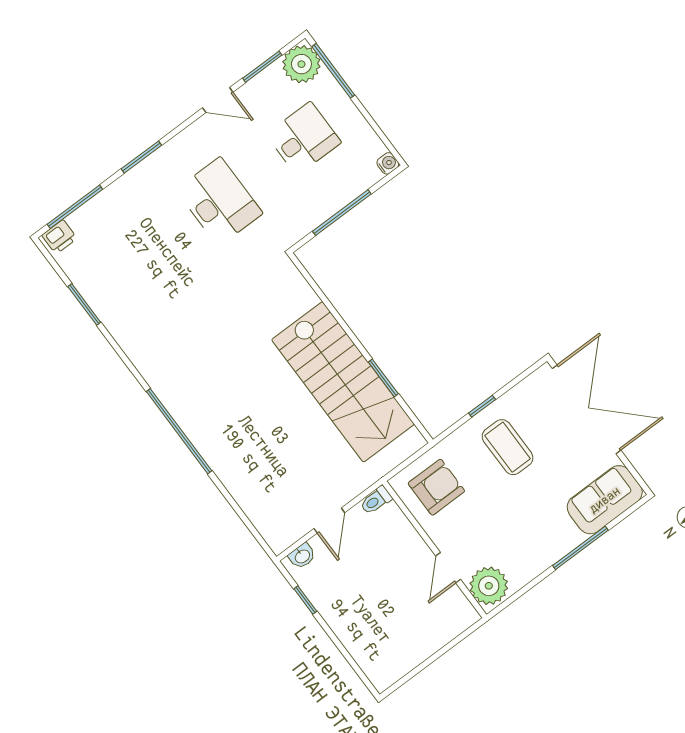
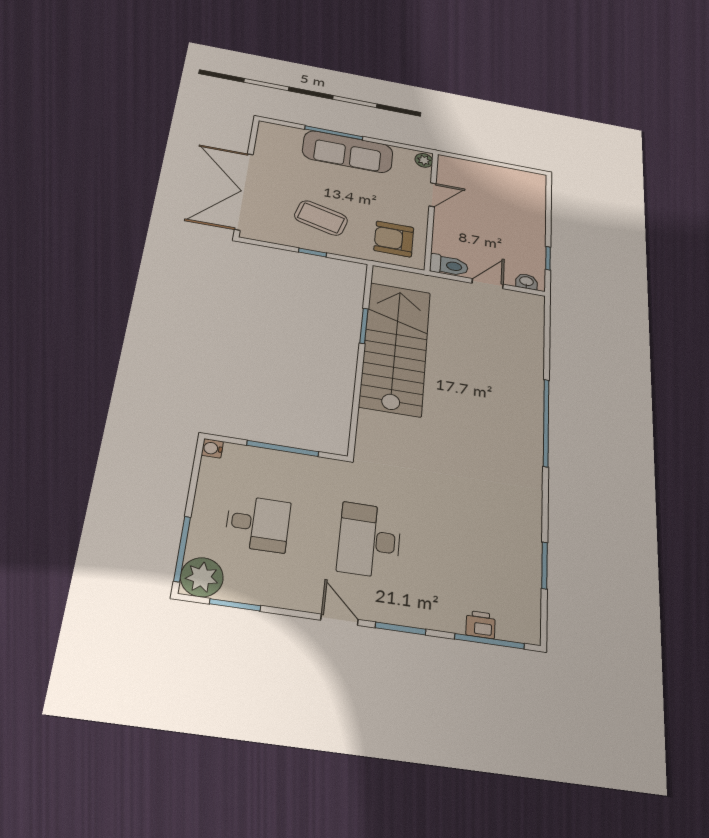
door: (218, 100) -> (339, 620), moved
desk: (304, 138) -> (258, 523), turned 180
printer: (59, 237) -> (481, 625), moved
coffee table: (508, 447) -> (321, 218), turned -75
toilet: (376, 500) -> (449, 265), width x1.37, depth x1.39
sofa: (605, 500) -> (348, 152), moved, width x1.36
plant: (489, 586) -> (424, 160), width x0.53, depth x0.53

